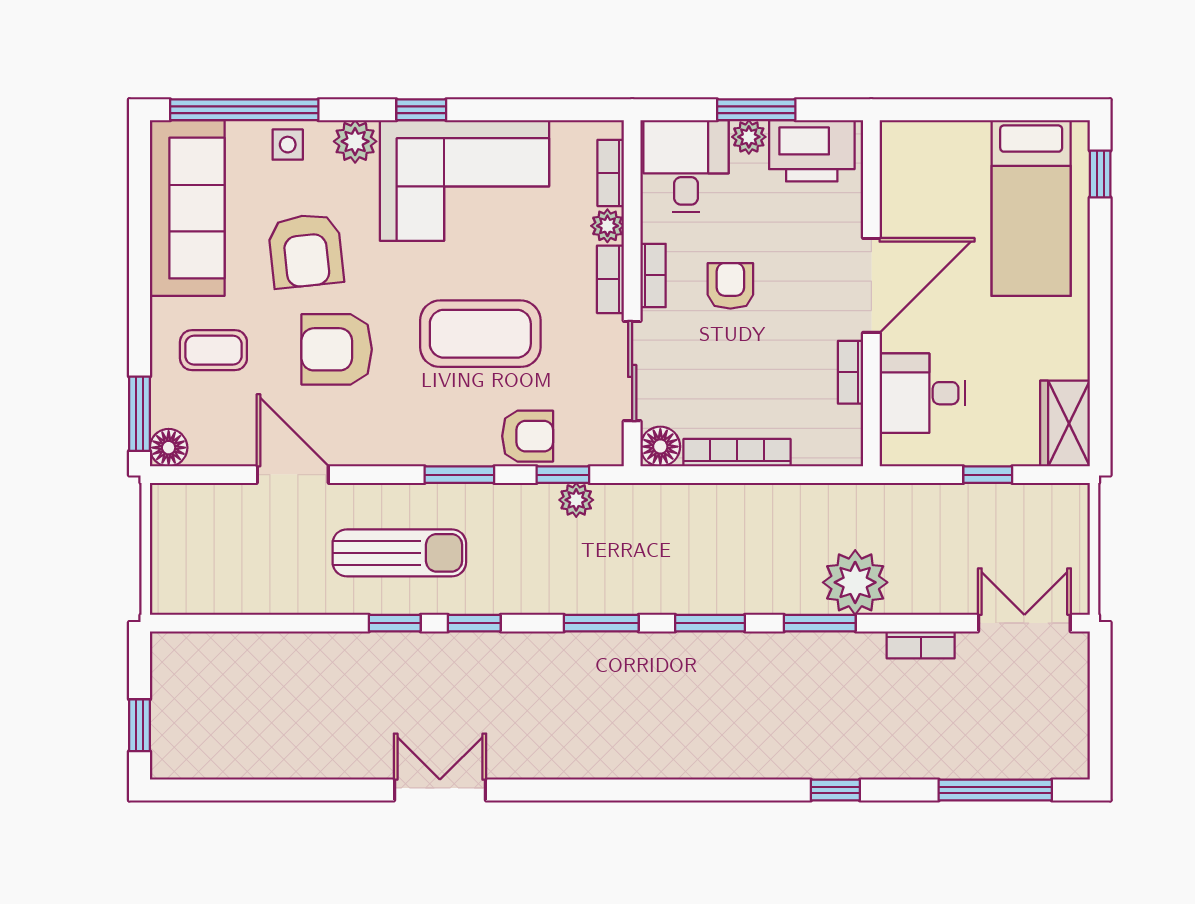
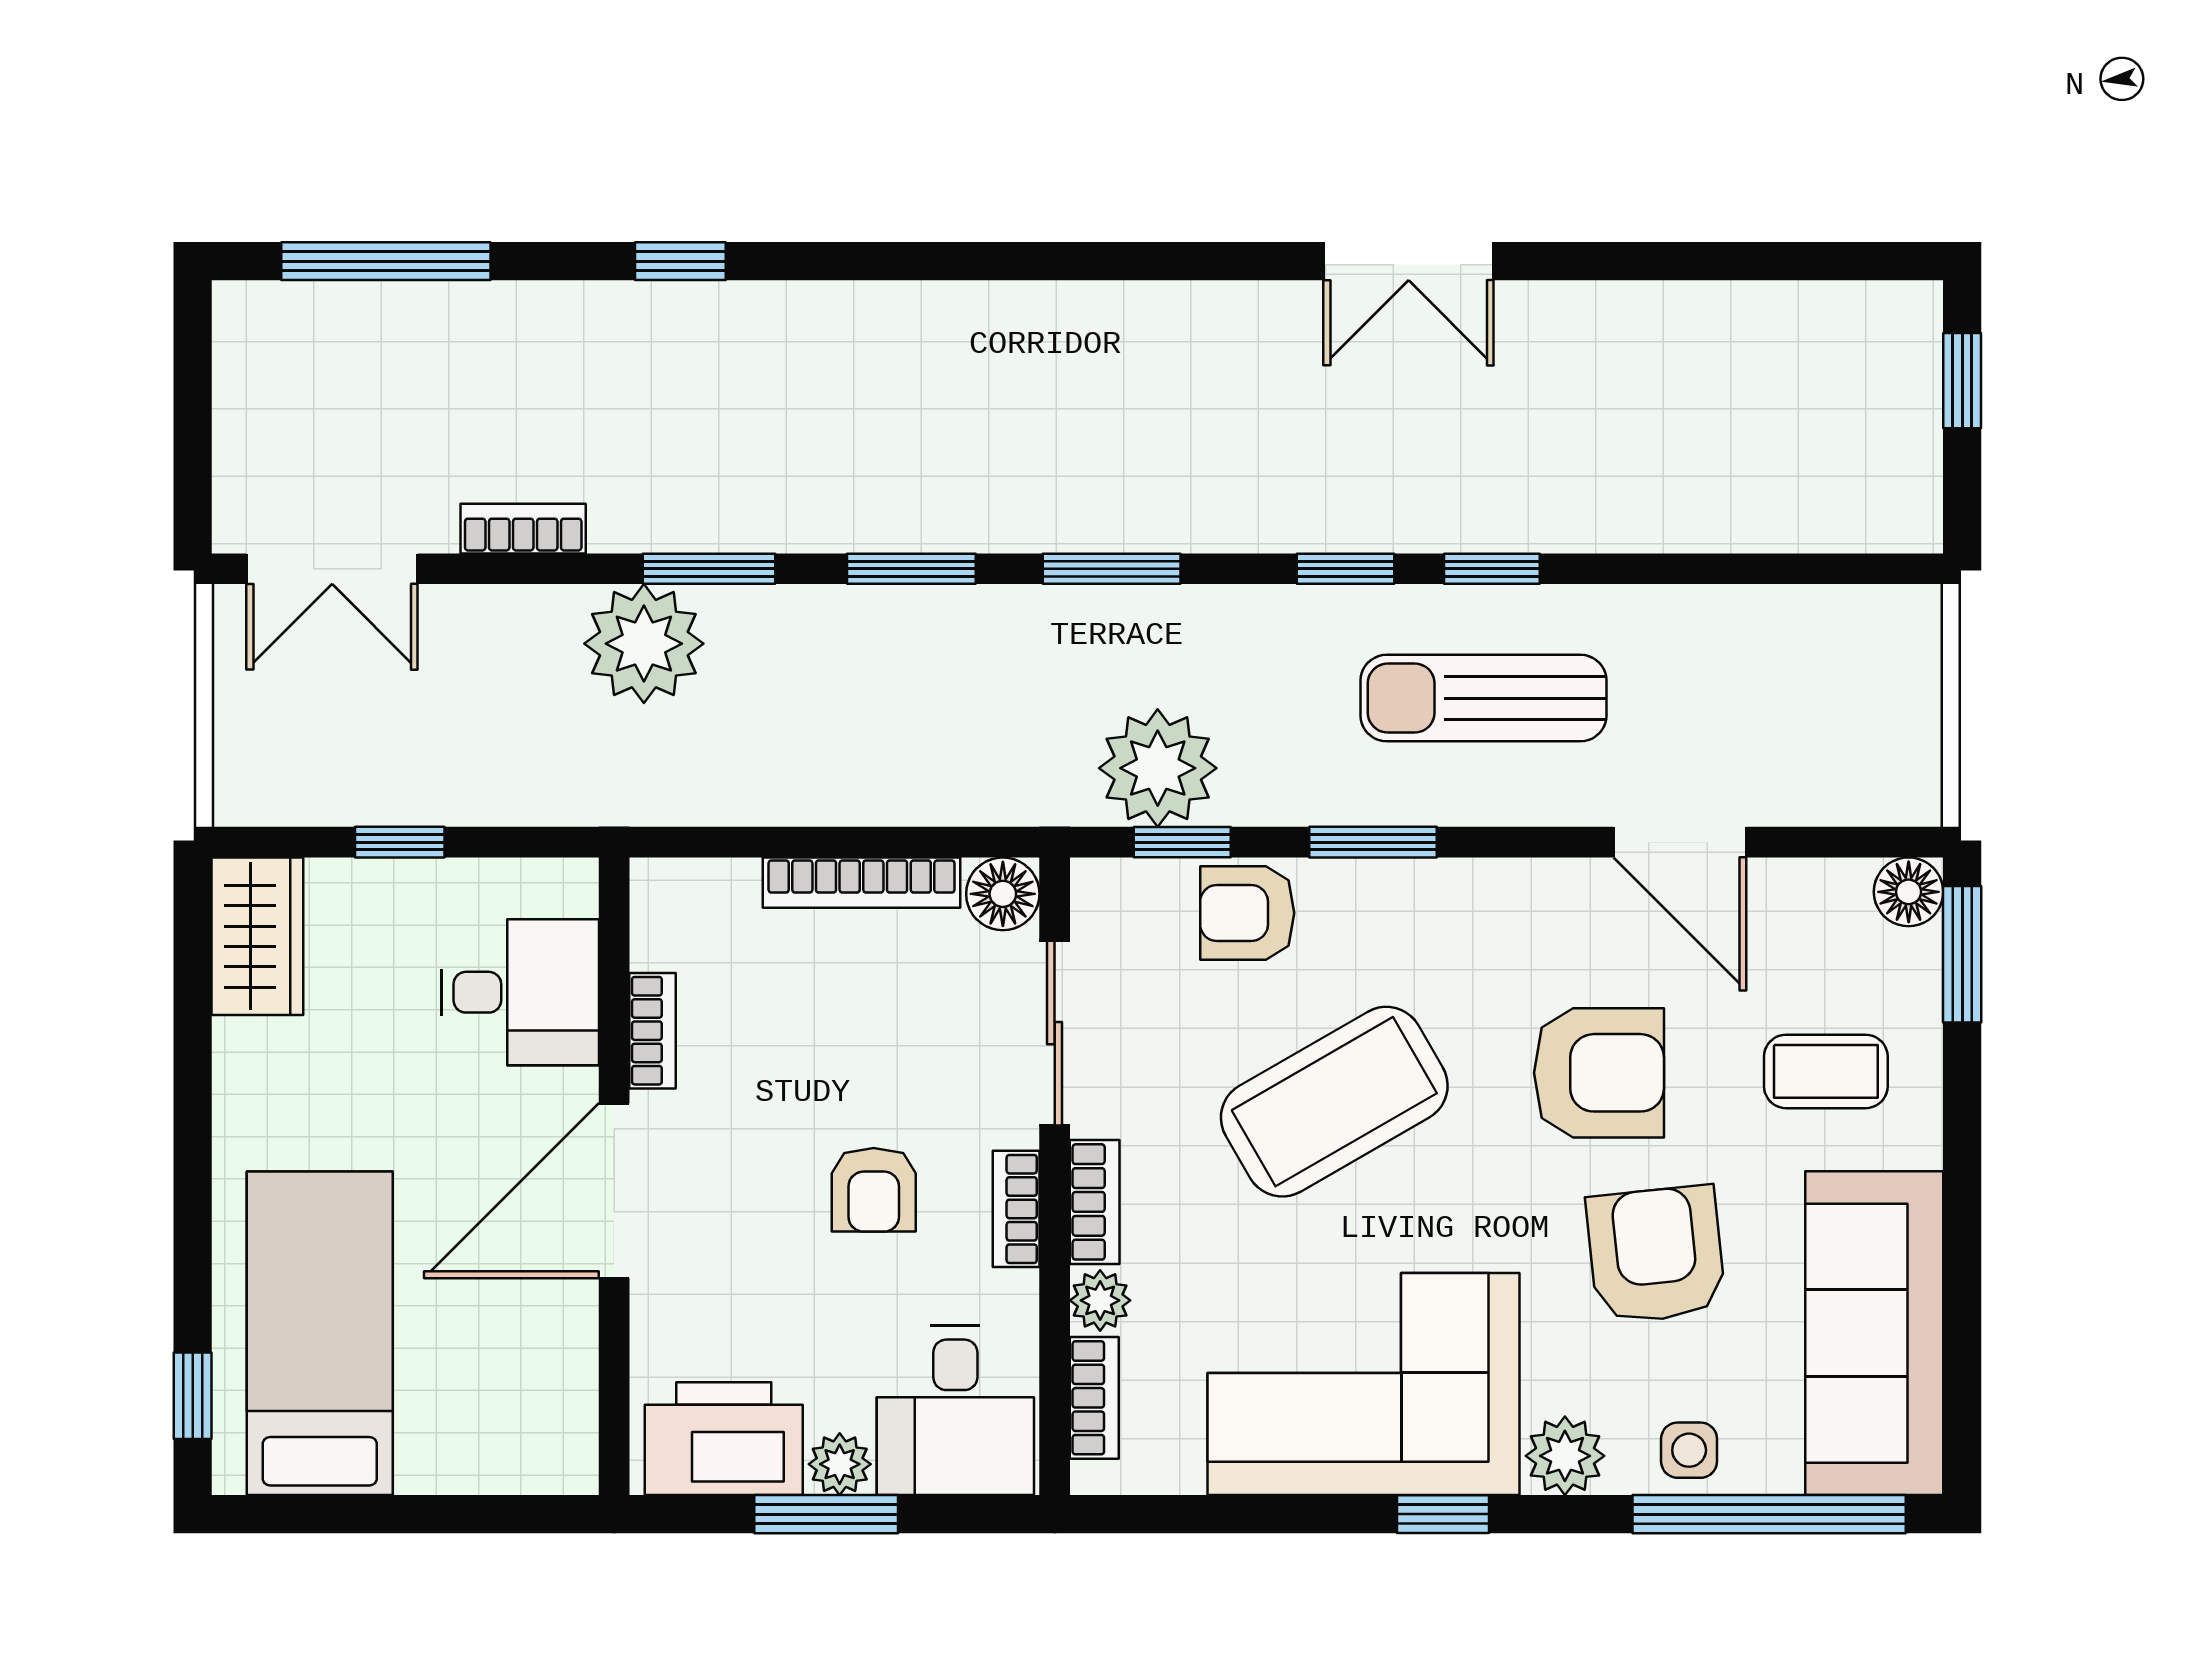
coffee table: (480, 334) -> (1334, 1102), turned -30
plant: (576, 500) -> (1158, 768), width x1.87, depth x1.87

